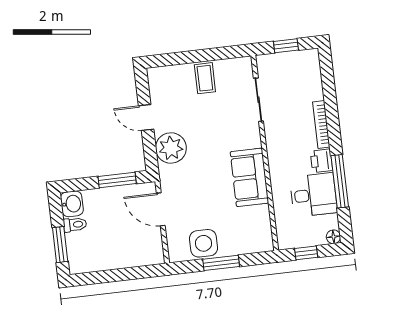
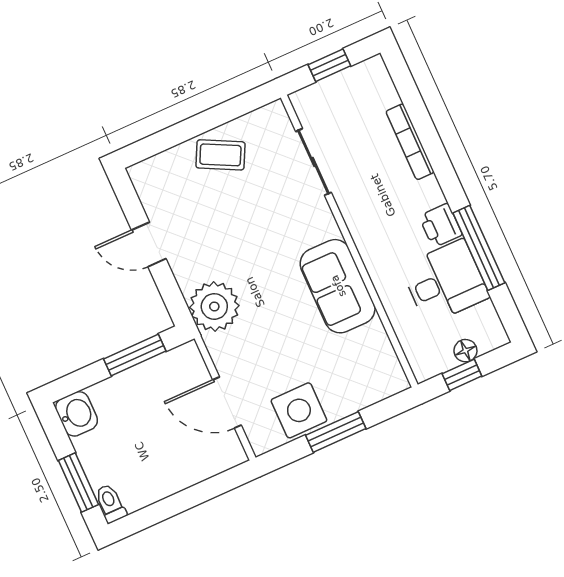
coffee table: (205, 78) -> (220, 155), turned -63
bookcase: (321, 125) -> (410, 142), moved
plant: (171, 148) -> (214, 306), moved
door: (161, 209) -> (227, 402), moved
toilet: (75, 225) -> (110, 503), moved, turned -90
floor lamp: (333, 237) -> (465, 351), moved

